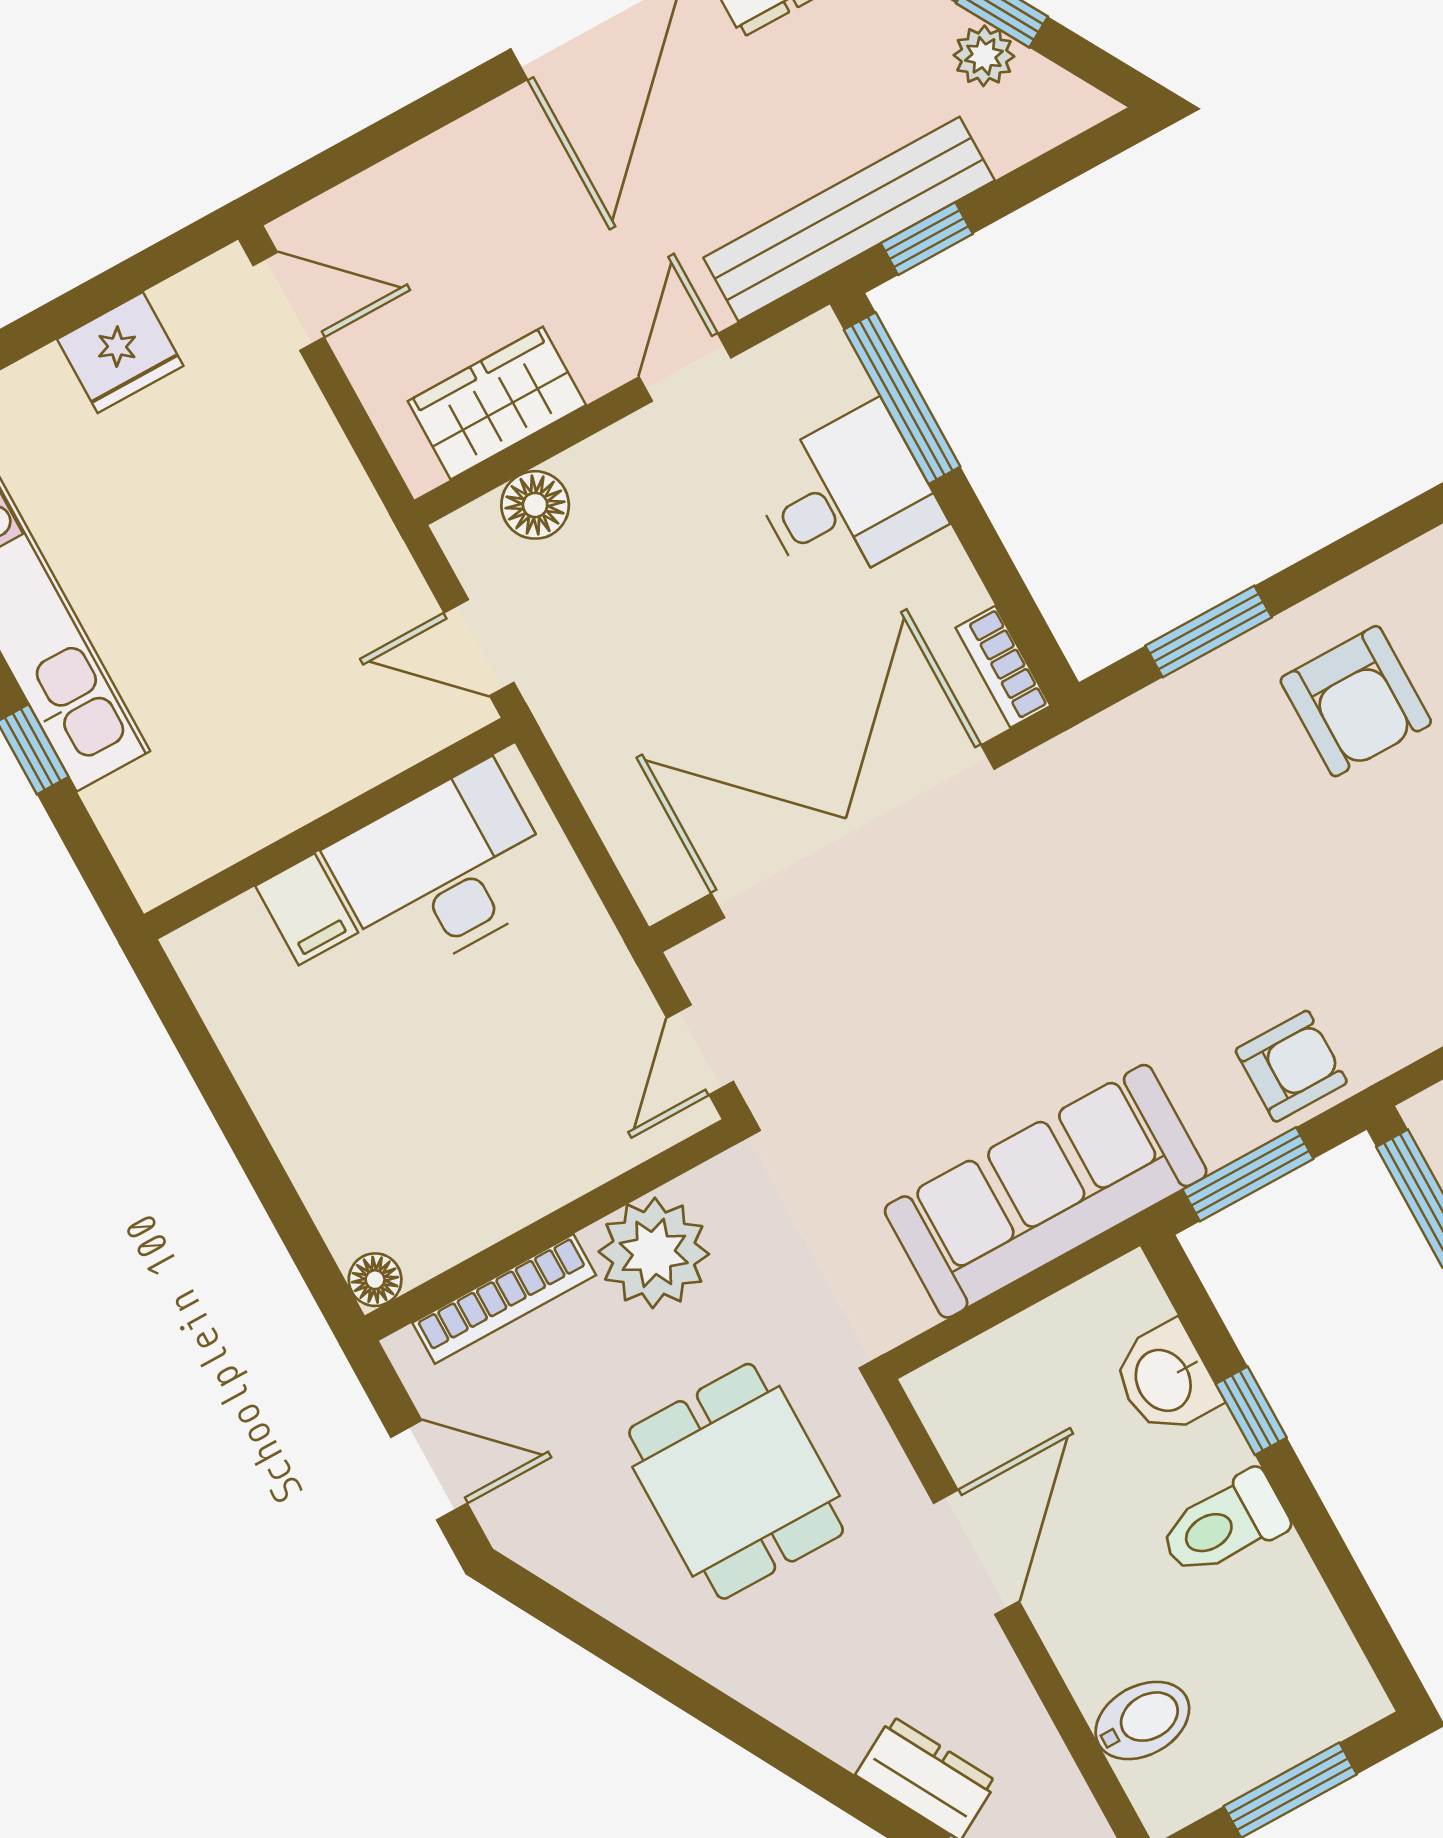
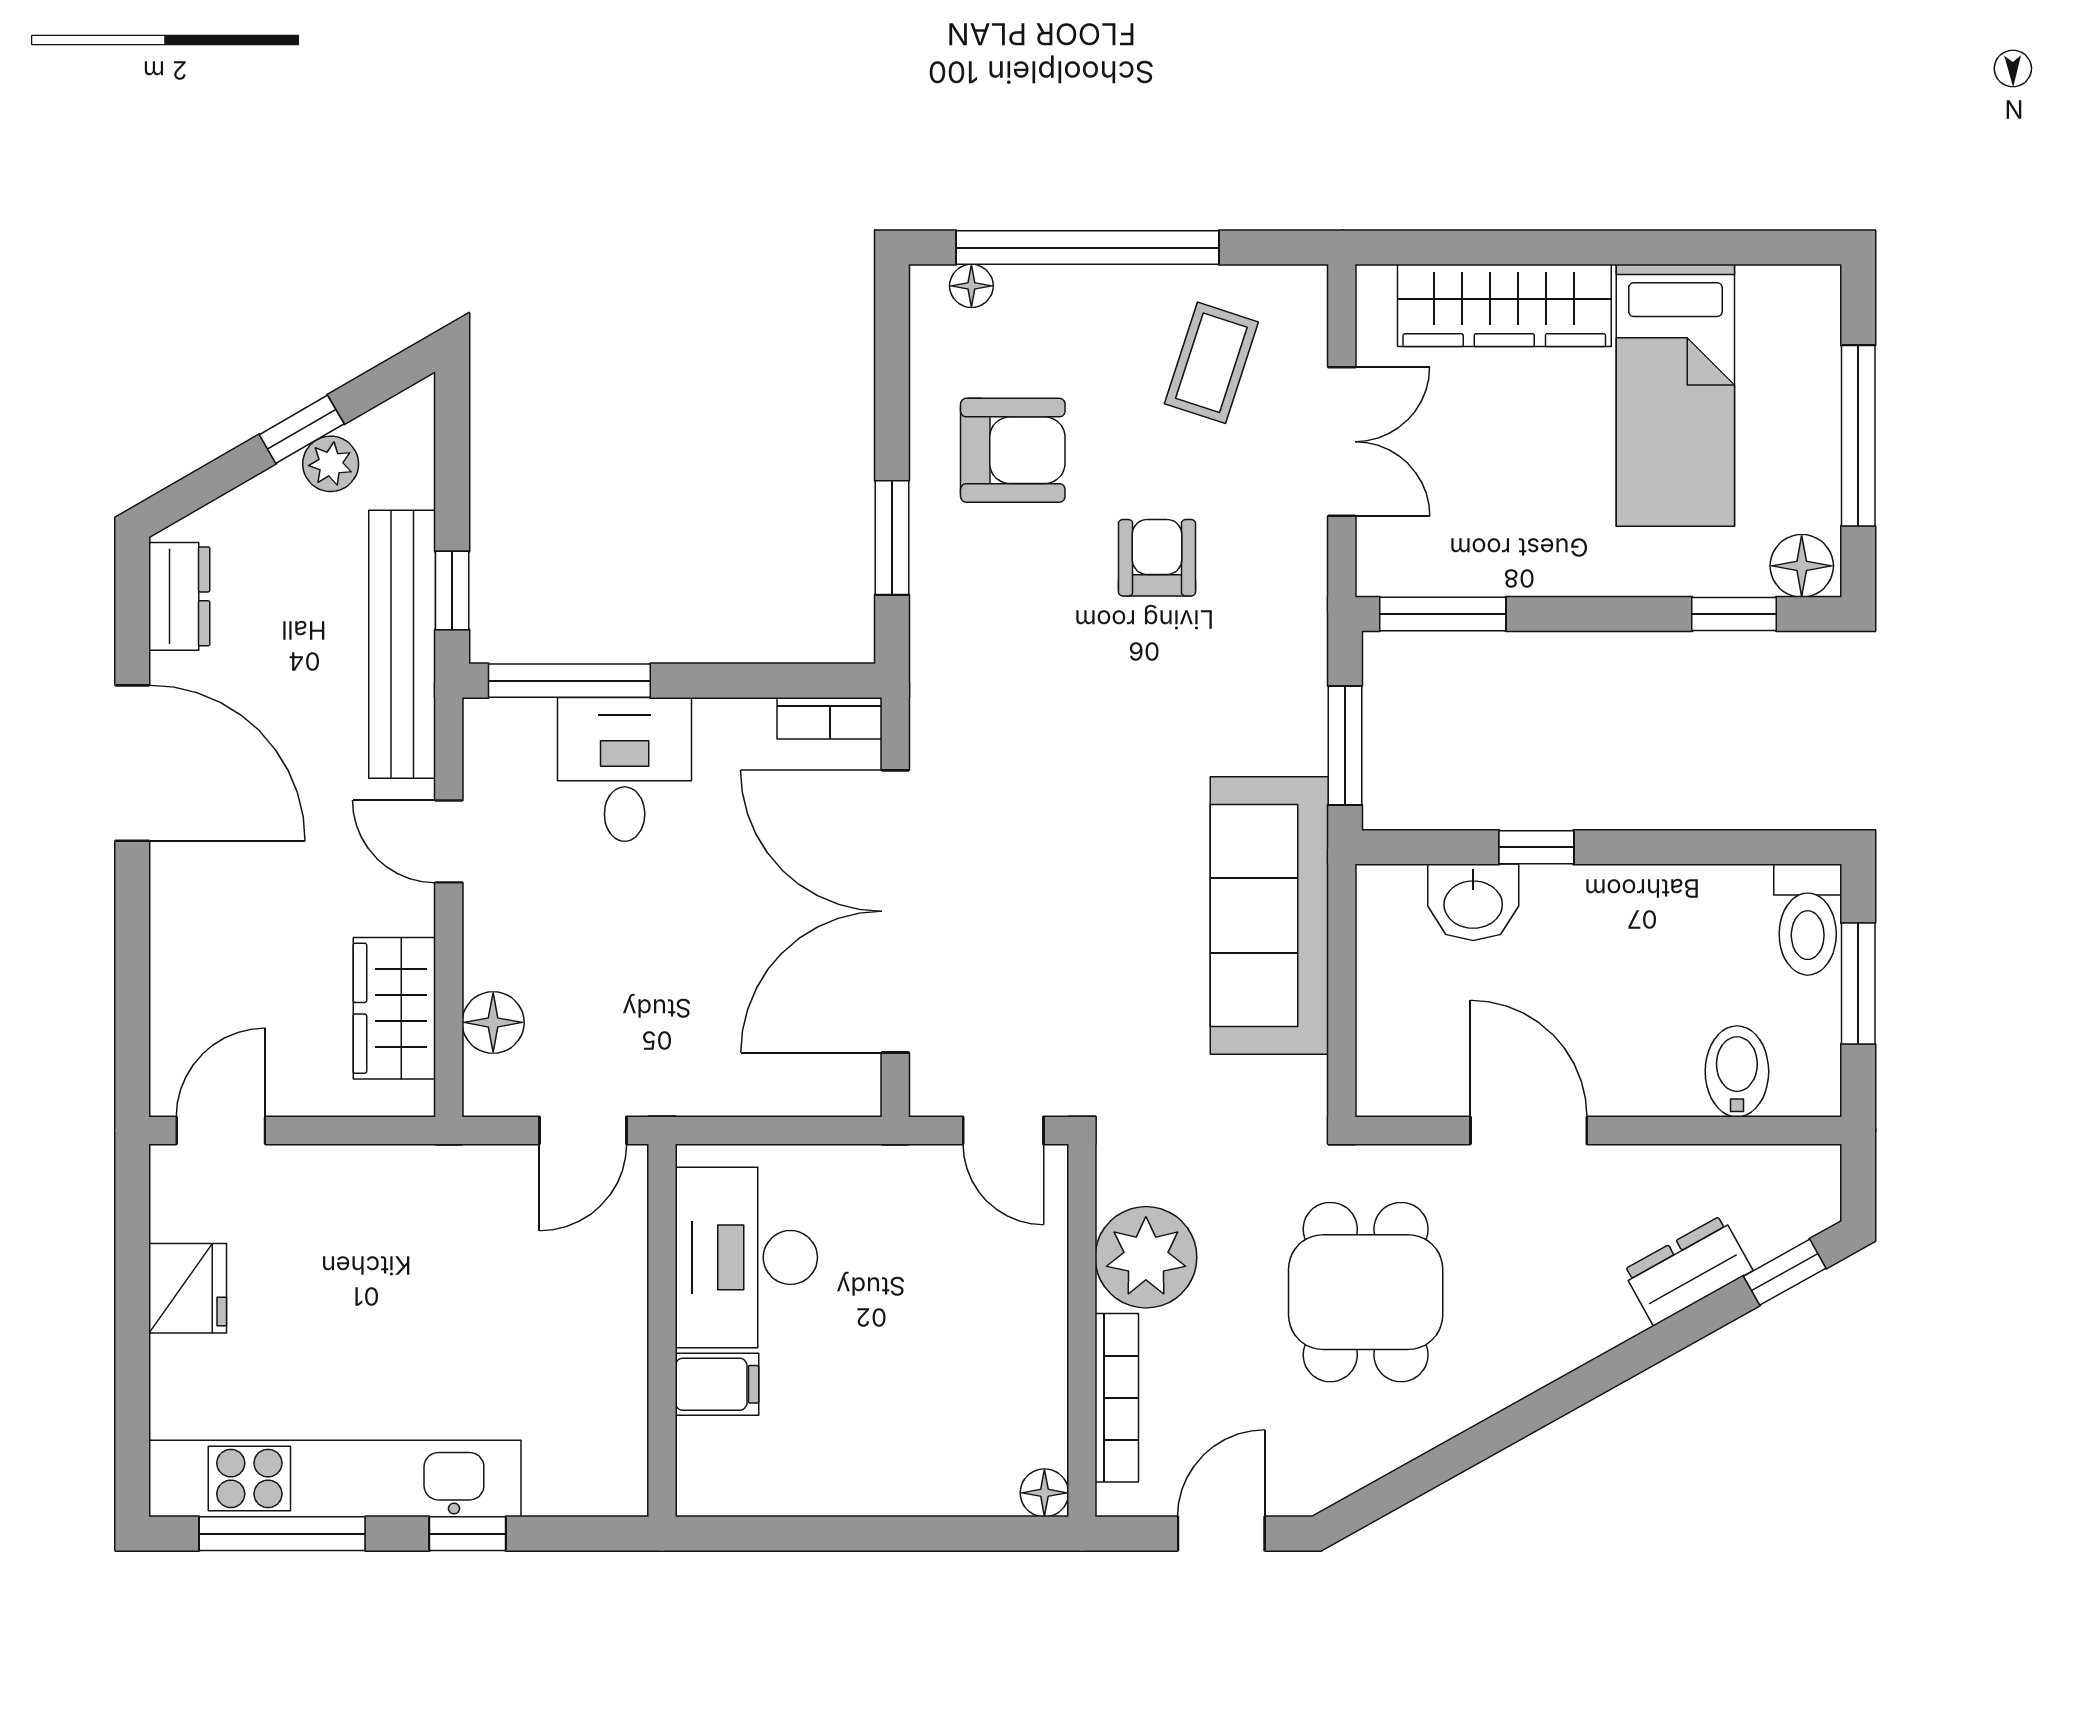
armchair: (1291, 1066) -> (1157, 558), moved
dining table: (736, 1481) -> (1366, 1292), turned 90
toilet: (1224, 1524) -> (1808, 920), moved

